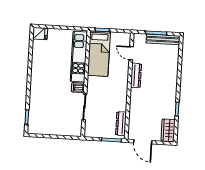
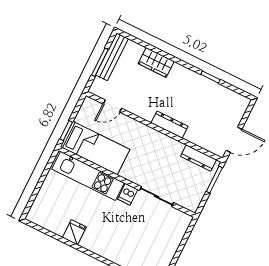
fridge: (40, 34) -> (74, 232), moved
dresser: (136, 75) -> (170, 125), moved
wardrobe: (168, 130) -> (156, 62), moved

